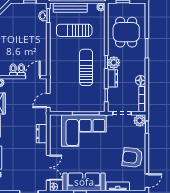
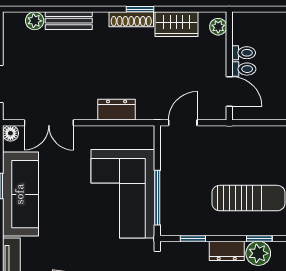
door: (48, 100) -> (183, 123), hinge flipped

